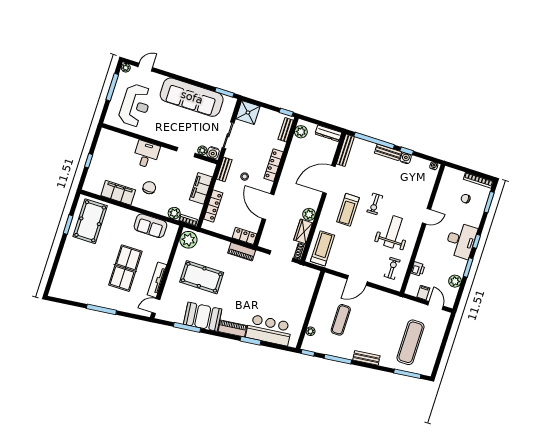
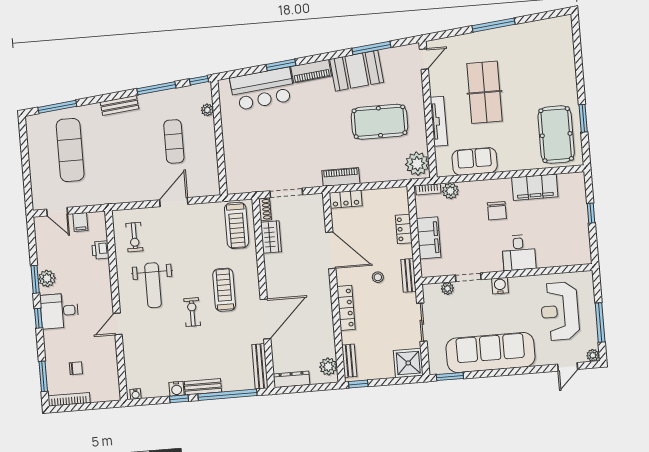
water cooler: (213, 153) -> (500, 286), moved
locker: (213, 206) -> (404, 229), width x0.66
plant: (309, 214) -> (273, 263), removed
desk: (461, 240) -> (59, 311), width x0.73
tv unit: (157, 280) -> (439, 121), moved
plant: (455, 281) -> (47, 278), moved

